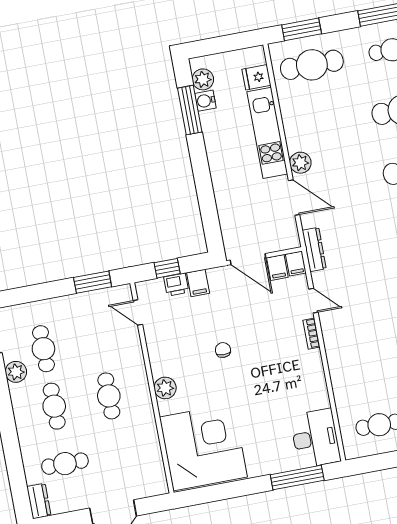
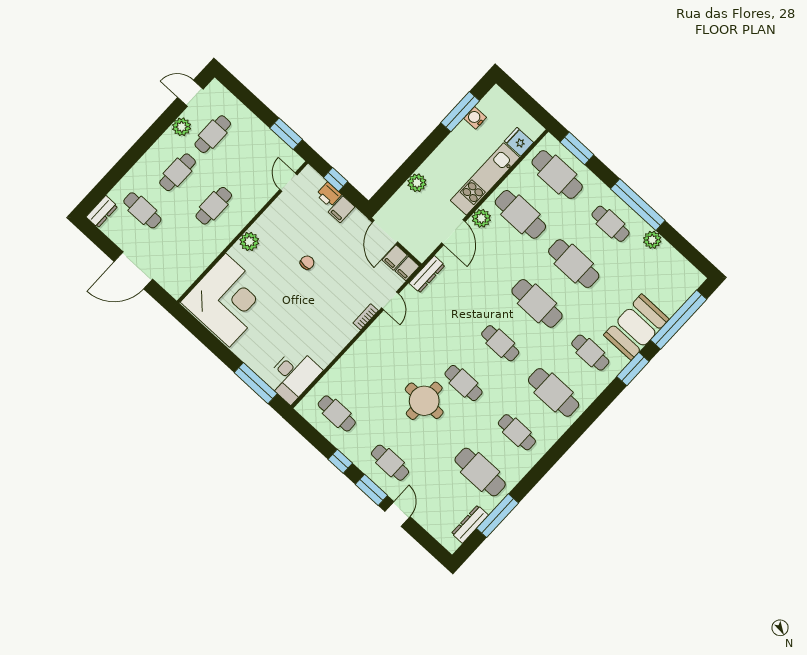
plant: (203, 79) -> (417, 183), moved
cafe table: (323, 125) -> (520, 214), added

